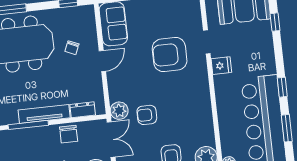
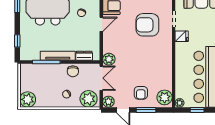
armchair: (147, 115) -> (127, 64), removed

